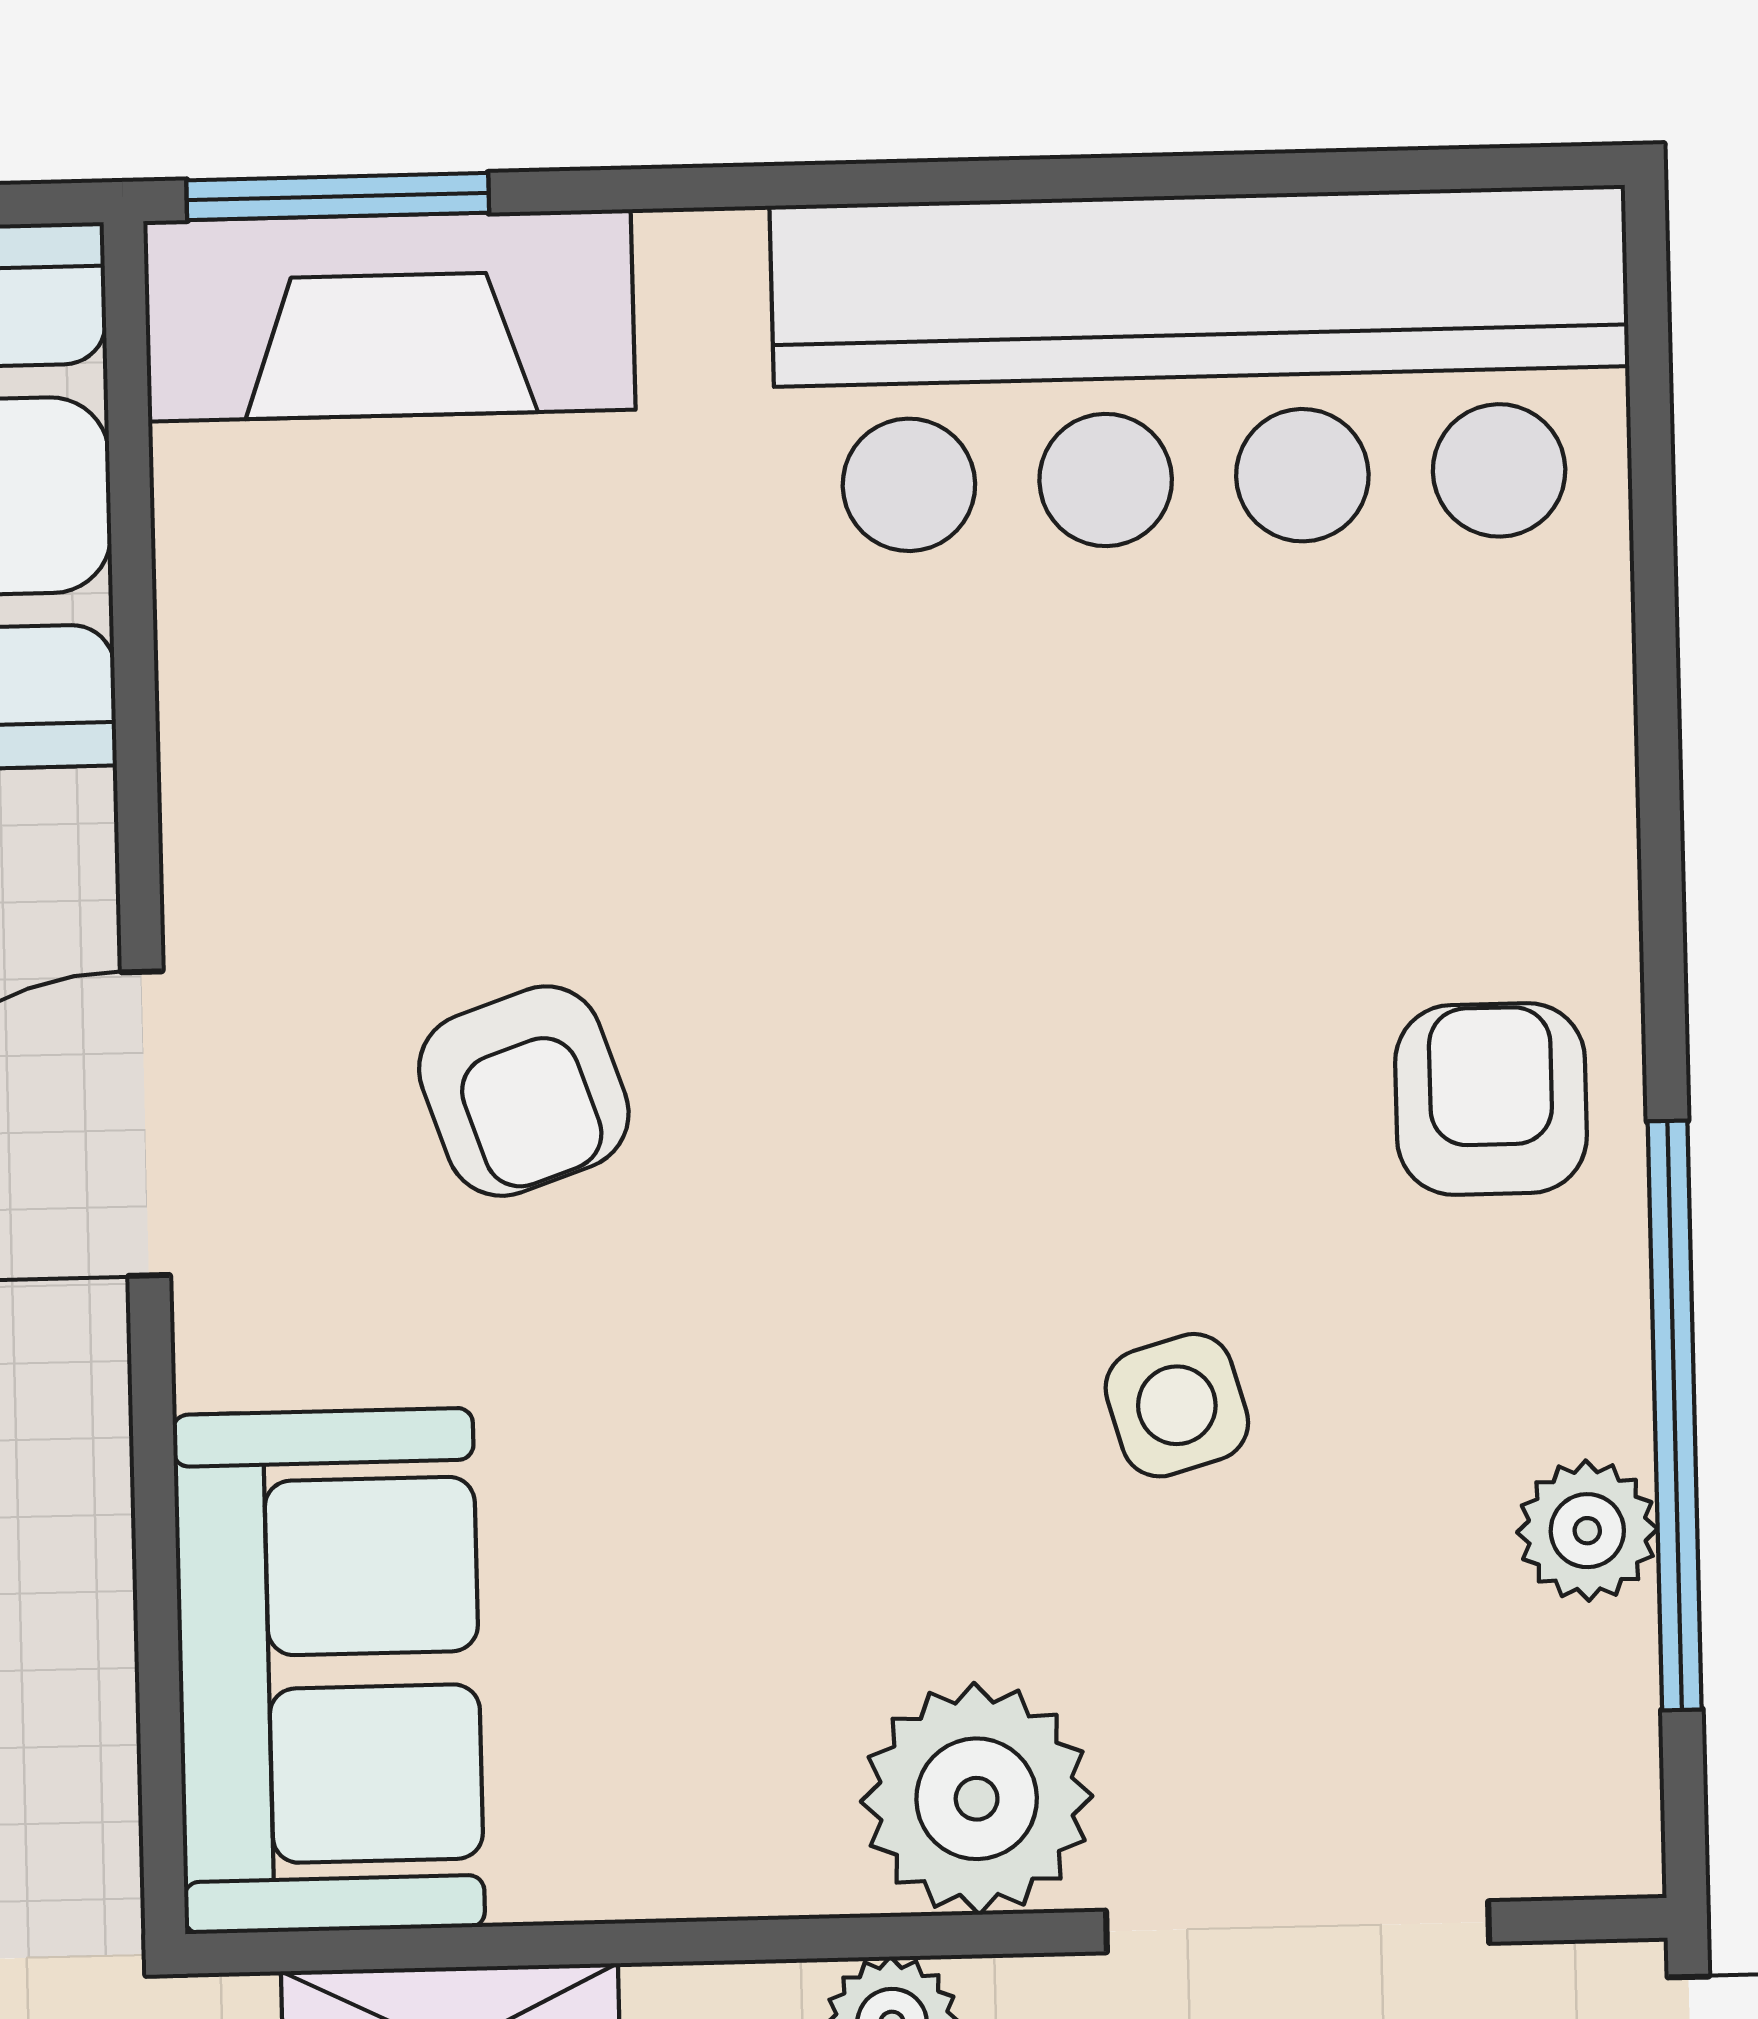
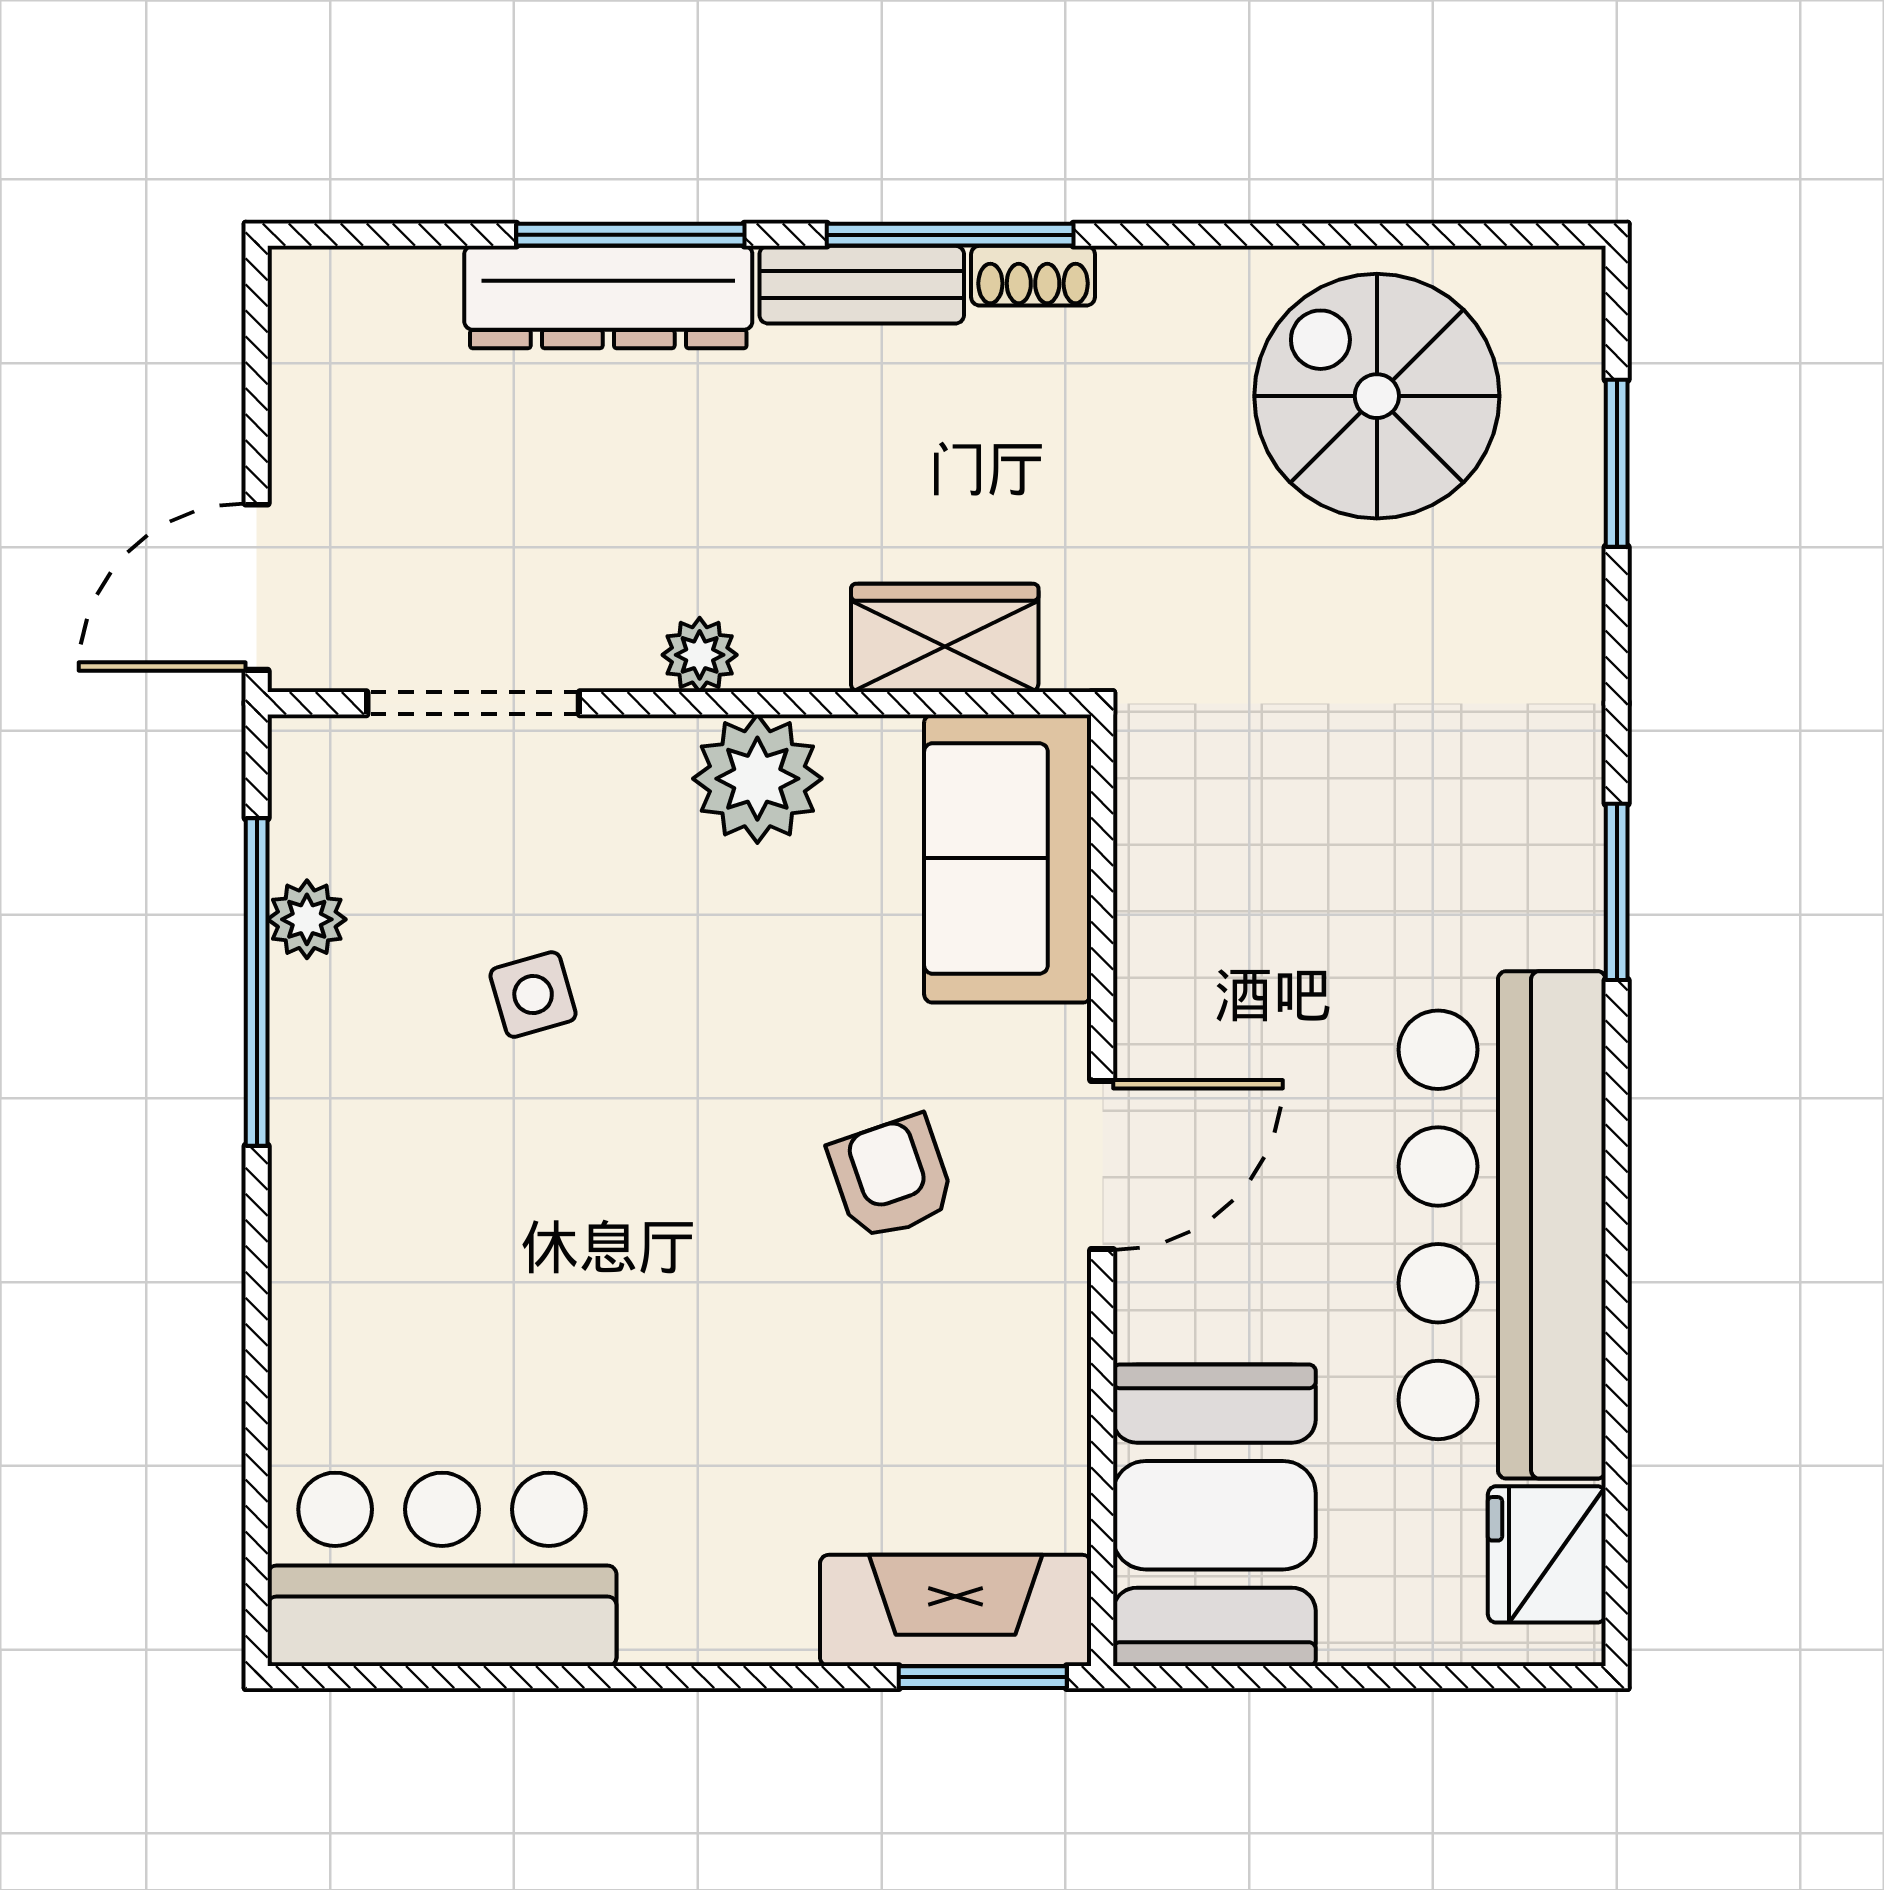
bar counter: (1201, 370) -> (442, 1569), width x0.73
armchair: (1491, 1099) -> (354, 1160), removed
plant: (977, 1799) -> (757, 779), moved

